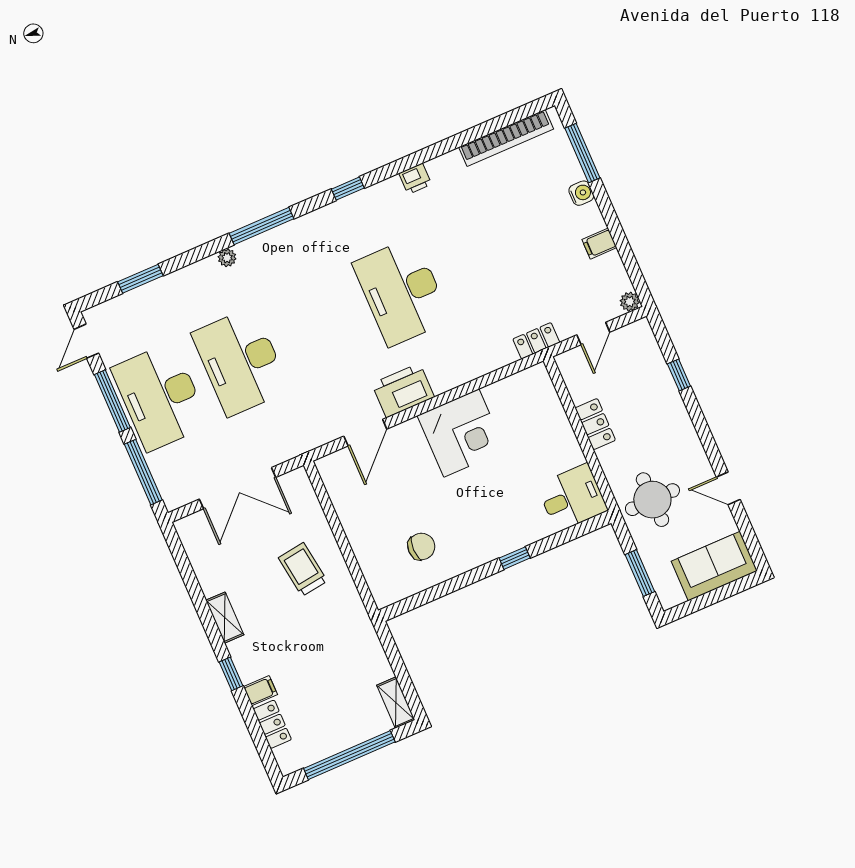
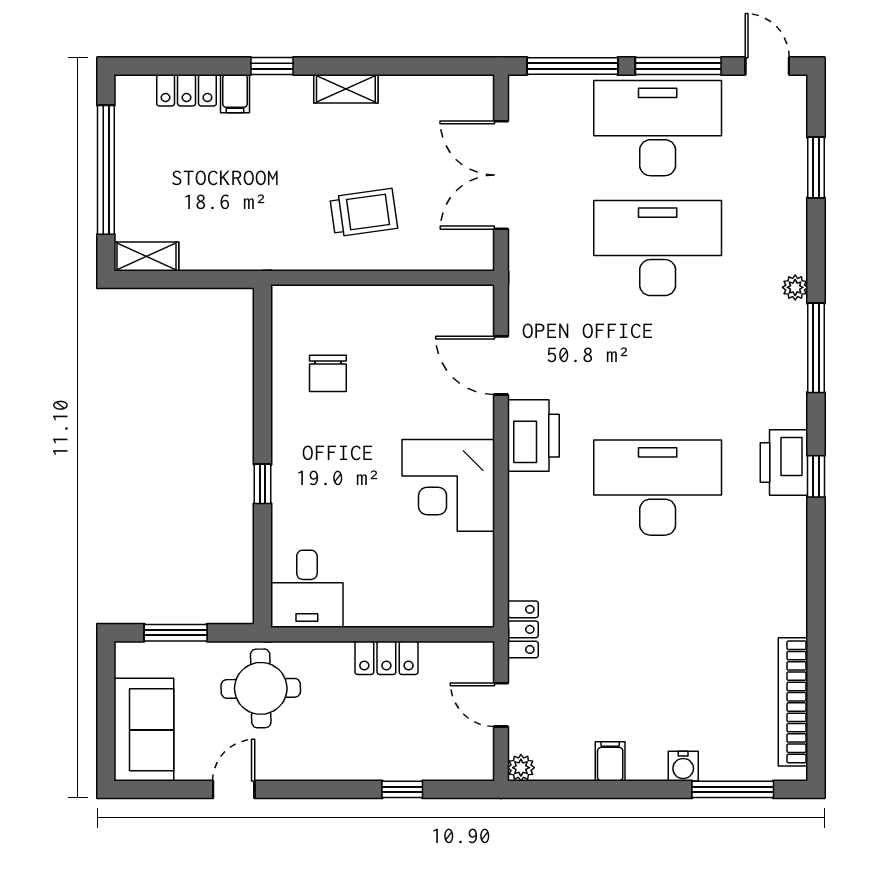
printer: (415, 179) -> (784, 462), moved, width x1.87, depth x1.48

